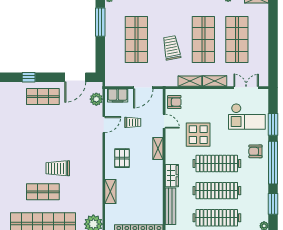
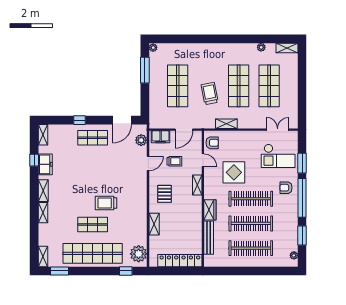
shelving: (215, 81) -> (249, 124), removed

